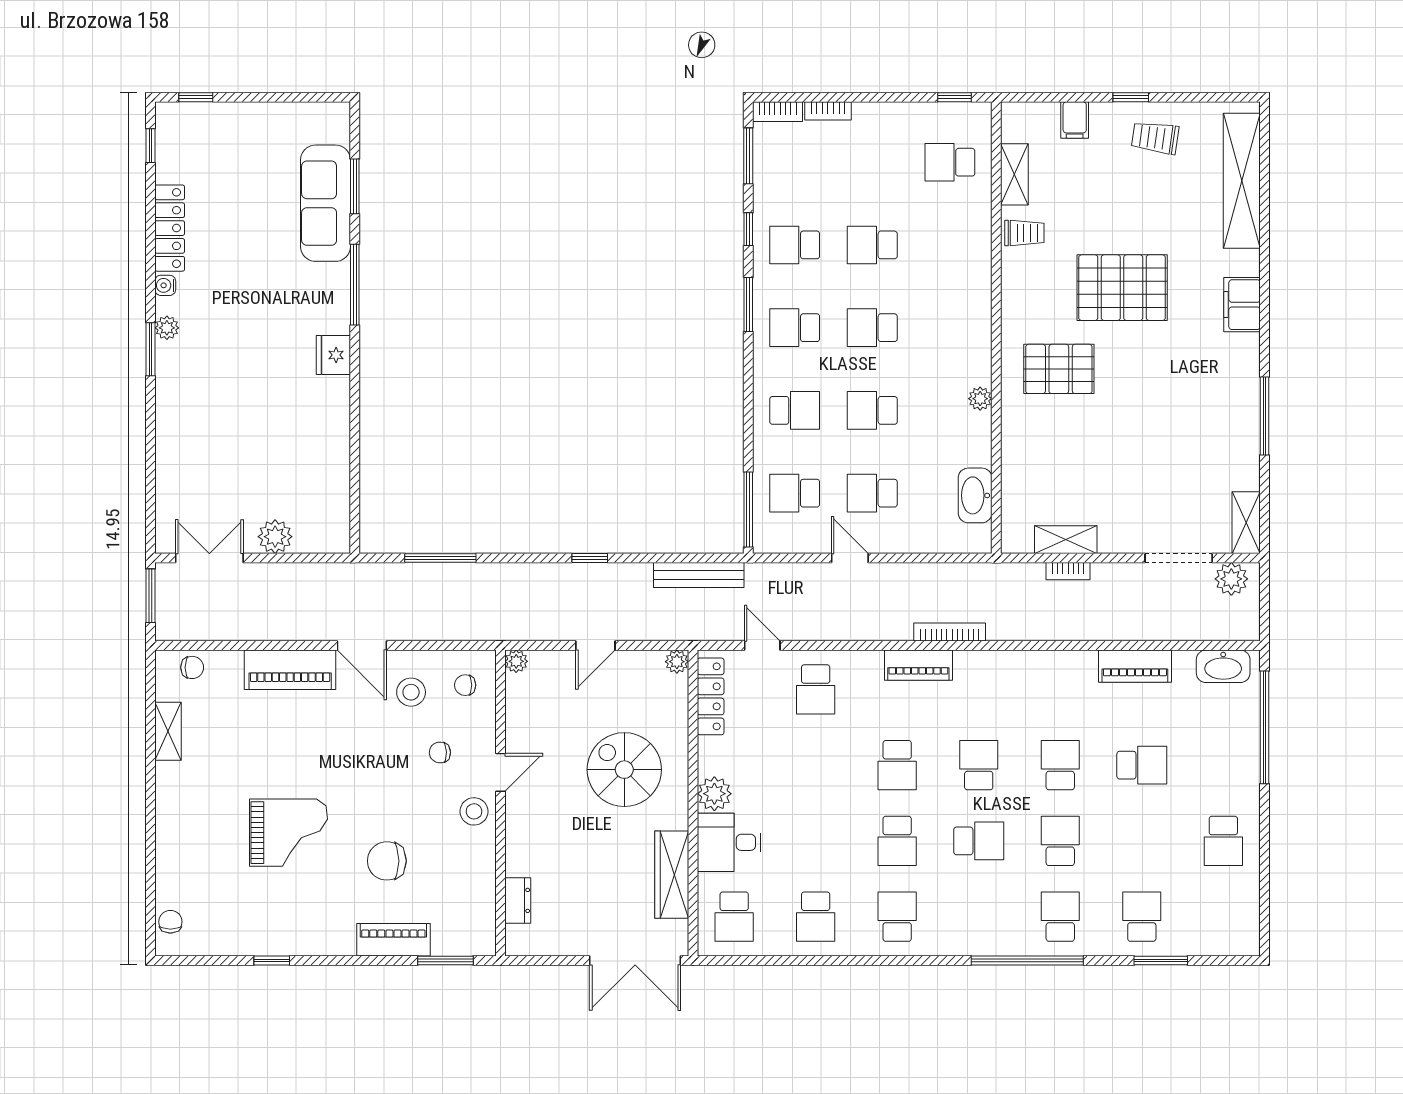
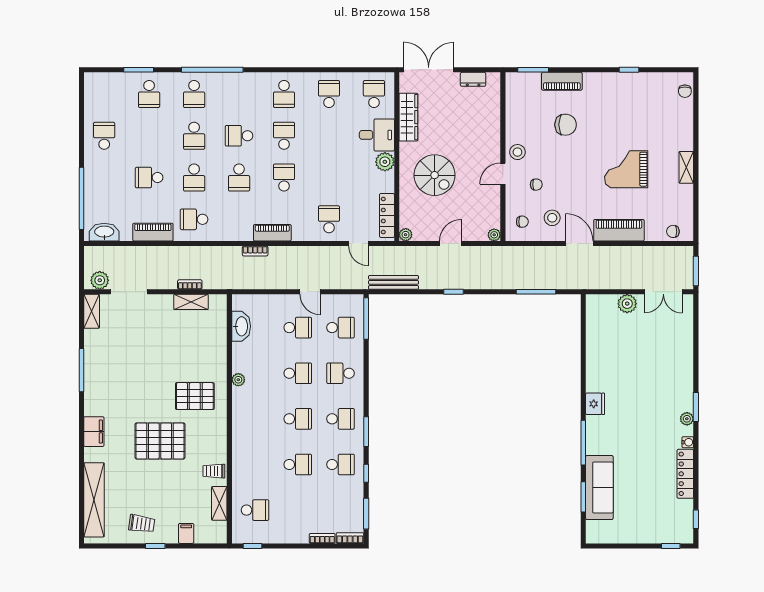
bookcase: (950, 632) -> (255, 251), width x0.64
school desk: (1060, 689) -> (194, 219), added
shelving: (168, 731) -> (686, 167), moved
grand piano: (289, 833) -> (626, 169), moved
dresser: (518, 900) -> (473, 79), moved, turned -90

